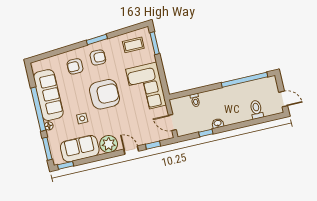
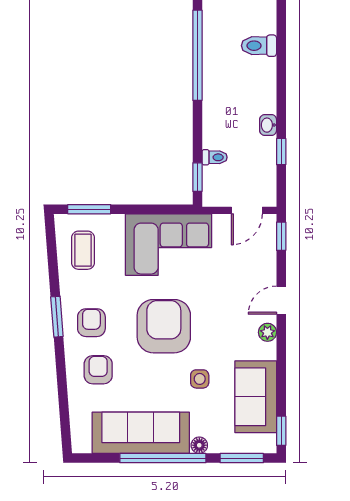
armchair: (75, 66) -> (98, 370), turned 180
window: (183, 94) -> (197, 177), added
plant: (109, 144) -> (267, 332), width x0.53, depth x0.53
window: (153, 145) -> (281, 236), moved

